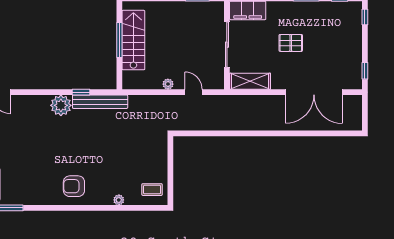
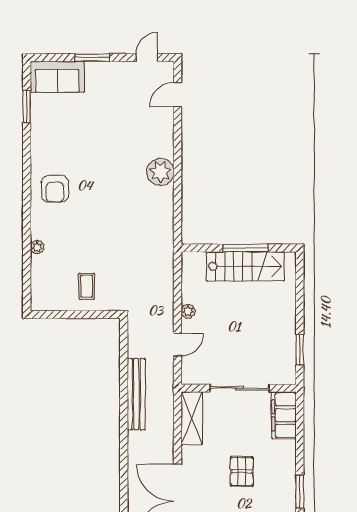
window: (81, 92) -> (178, 198), removed
bench: (100, 102) -> (136, 394), moved
armchair: (74, 186) -> (55, 189), turned 180
coffee table: (152, 190) -> (87, 286), moved

